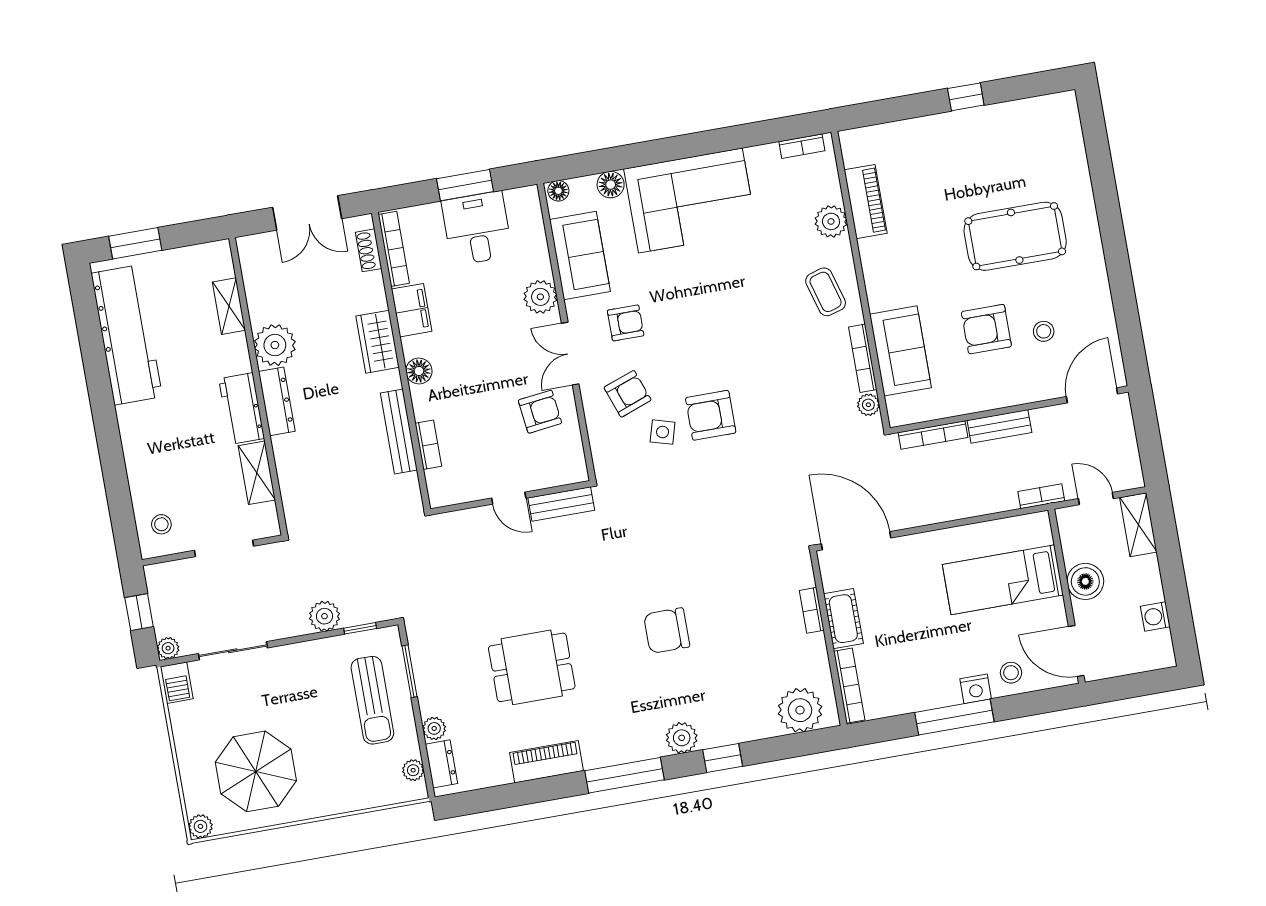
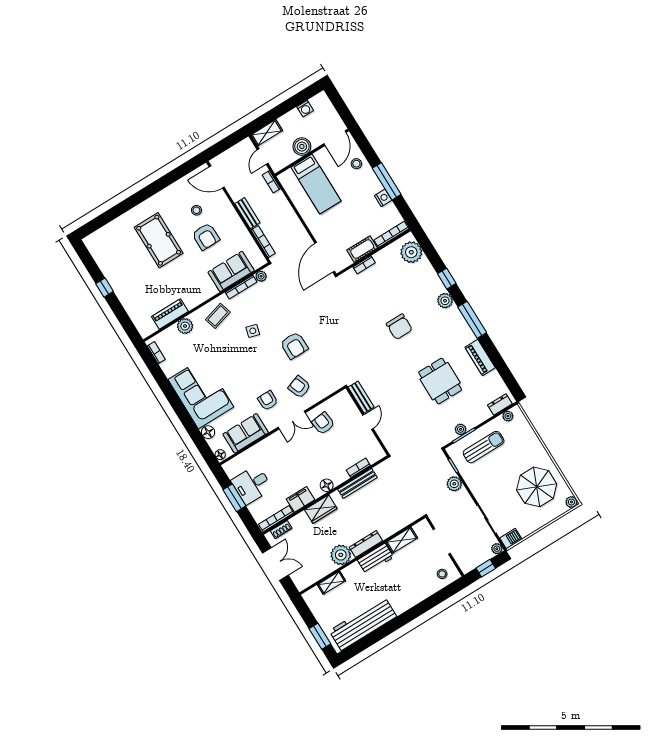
plant: (540, 297) -> (271, 444), removed
side table: (663, 432) -> (253, 331), moved
nightstand: (976, 689) -> (383, 198), moved
plant: (434, 728) -> (461, 429), moved

